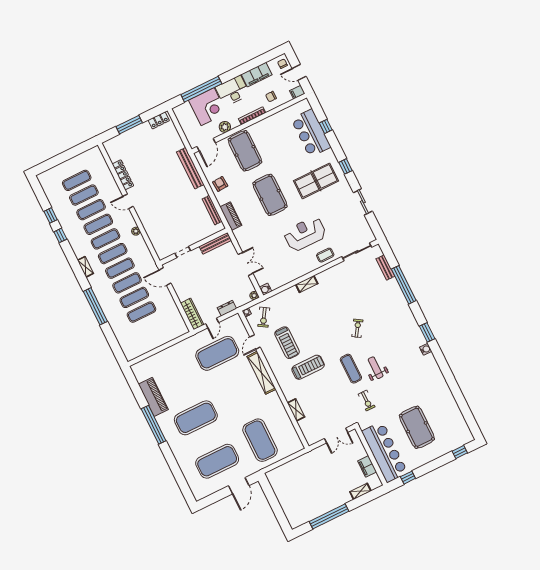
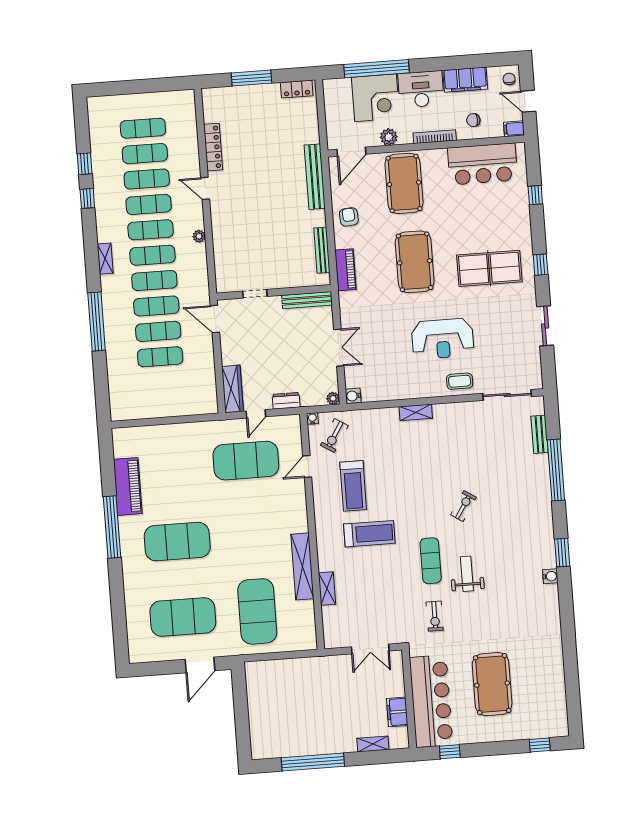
bar counter: (311, 133) -> (483, 164), moved, turned -90
reception desk: (305, 234) -> (443, 339), turned 180
shelving: (261, 373) -> (302, 566), moved

